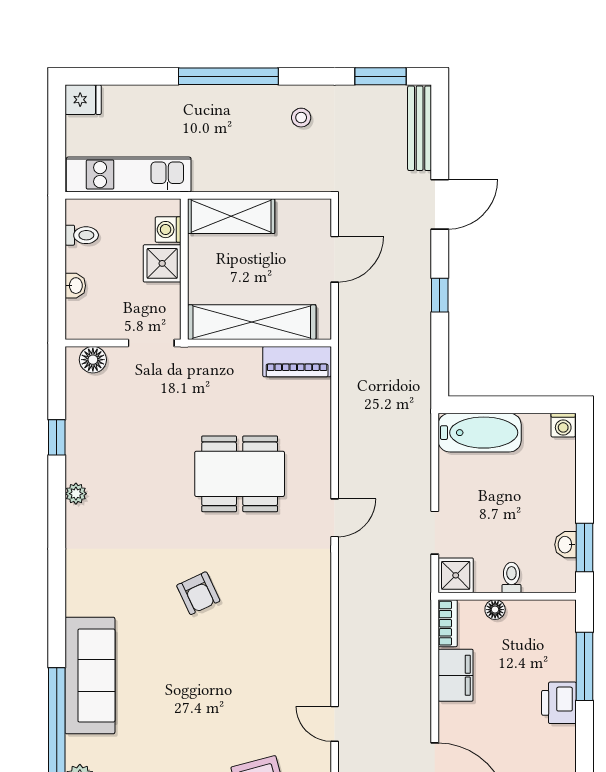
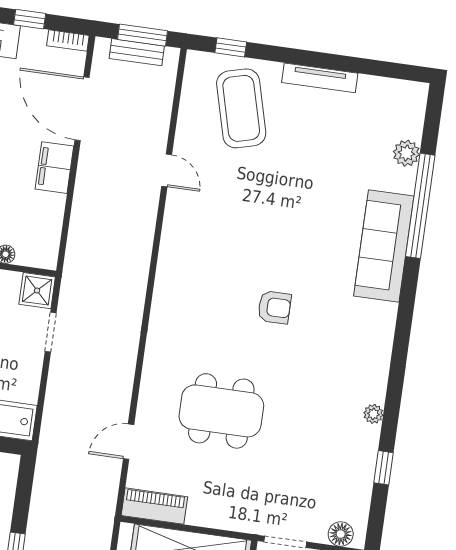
door: (335, 518) -> (129, 442), moved
armchair: (198, 593) -> (274, 307), turned 115
bookcase: (448, 623) -> (51, 248), removed
filing cabinet: (456, 675) -> (54, 168), moved

